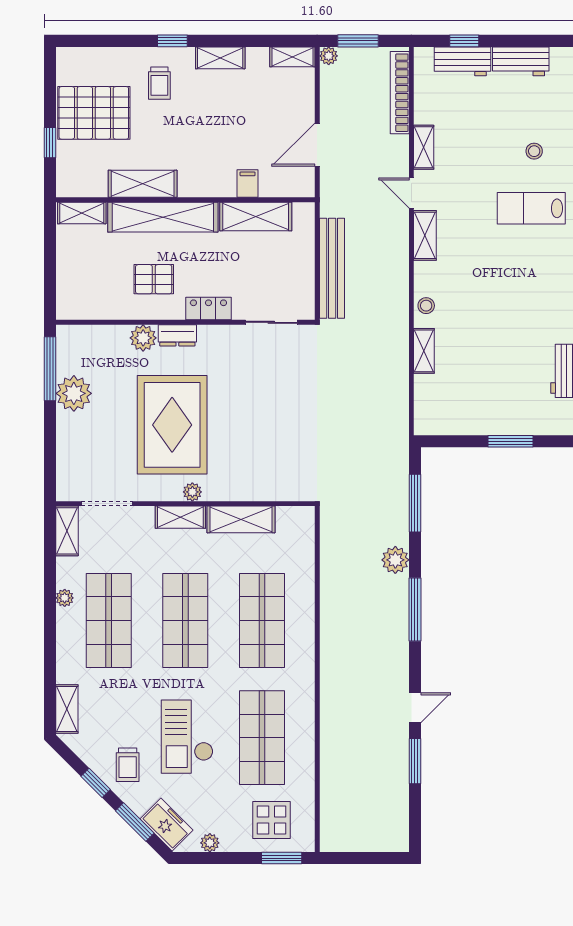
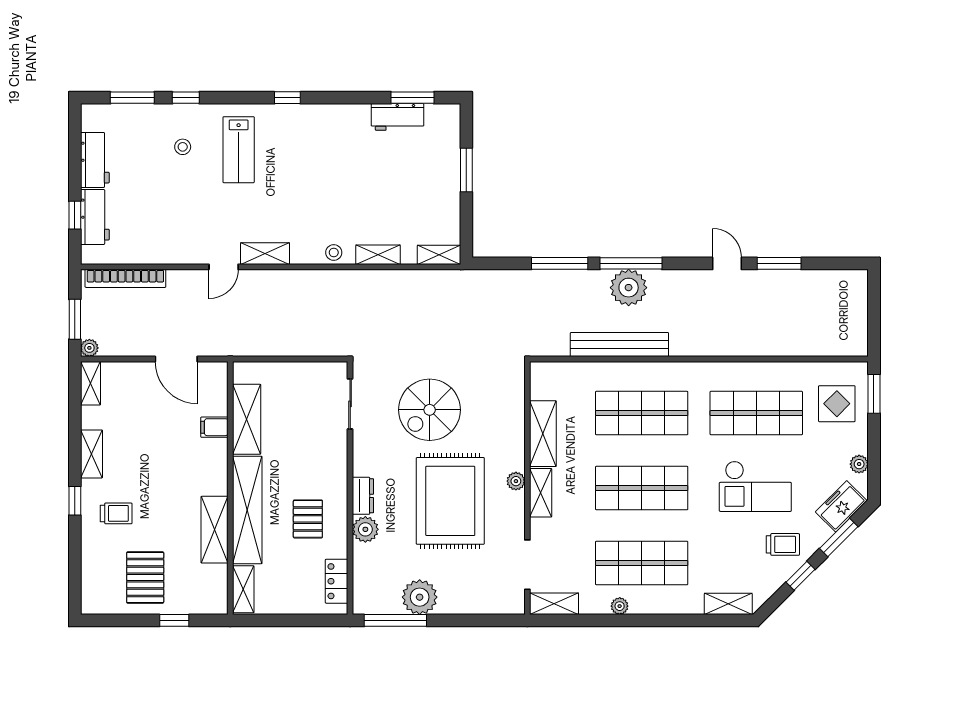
pallet: (94, 113) -> (145, 577), width x0.73, depth x0.71
shelving: (424, 147) -> (439, 255), moved
bench: (332, 268) -> (619, 345), moved
locker: (208, 309) -> (337, 581), moved
spiral stairs: (265, 404) -> (430, 410), added
rug: (172, 425) -> (450, 501), turned 90
window: (415, 503) -> (560, 263), moved
plant: (395, 560) -> (629, 288), moved, width x1.36, depth x1.36

